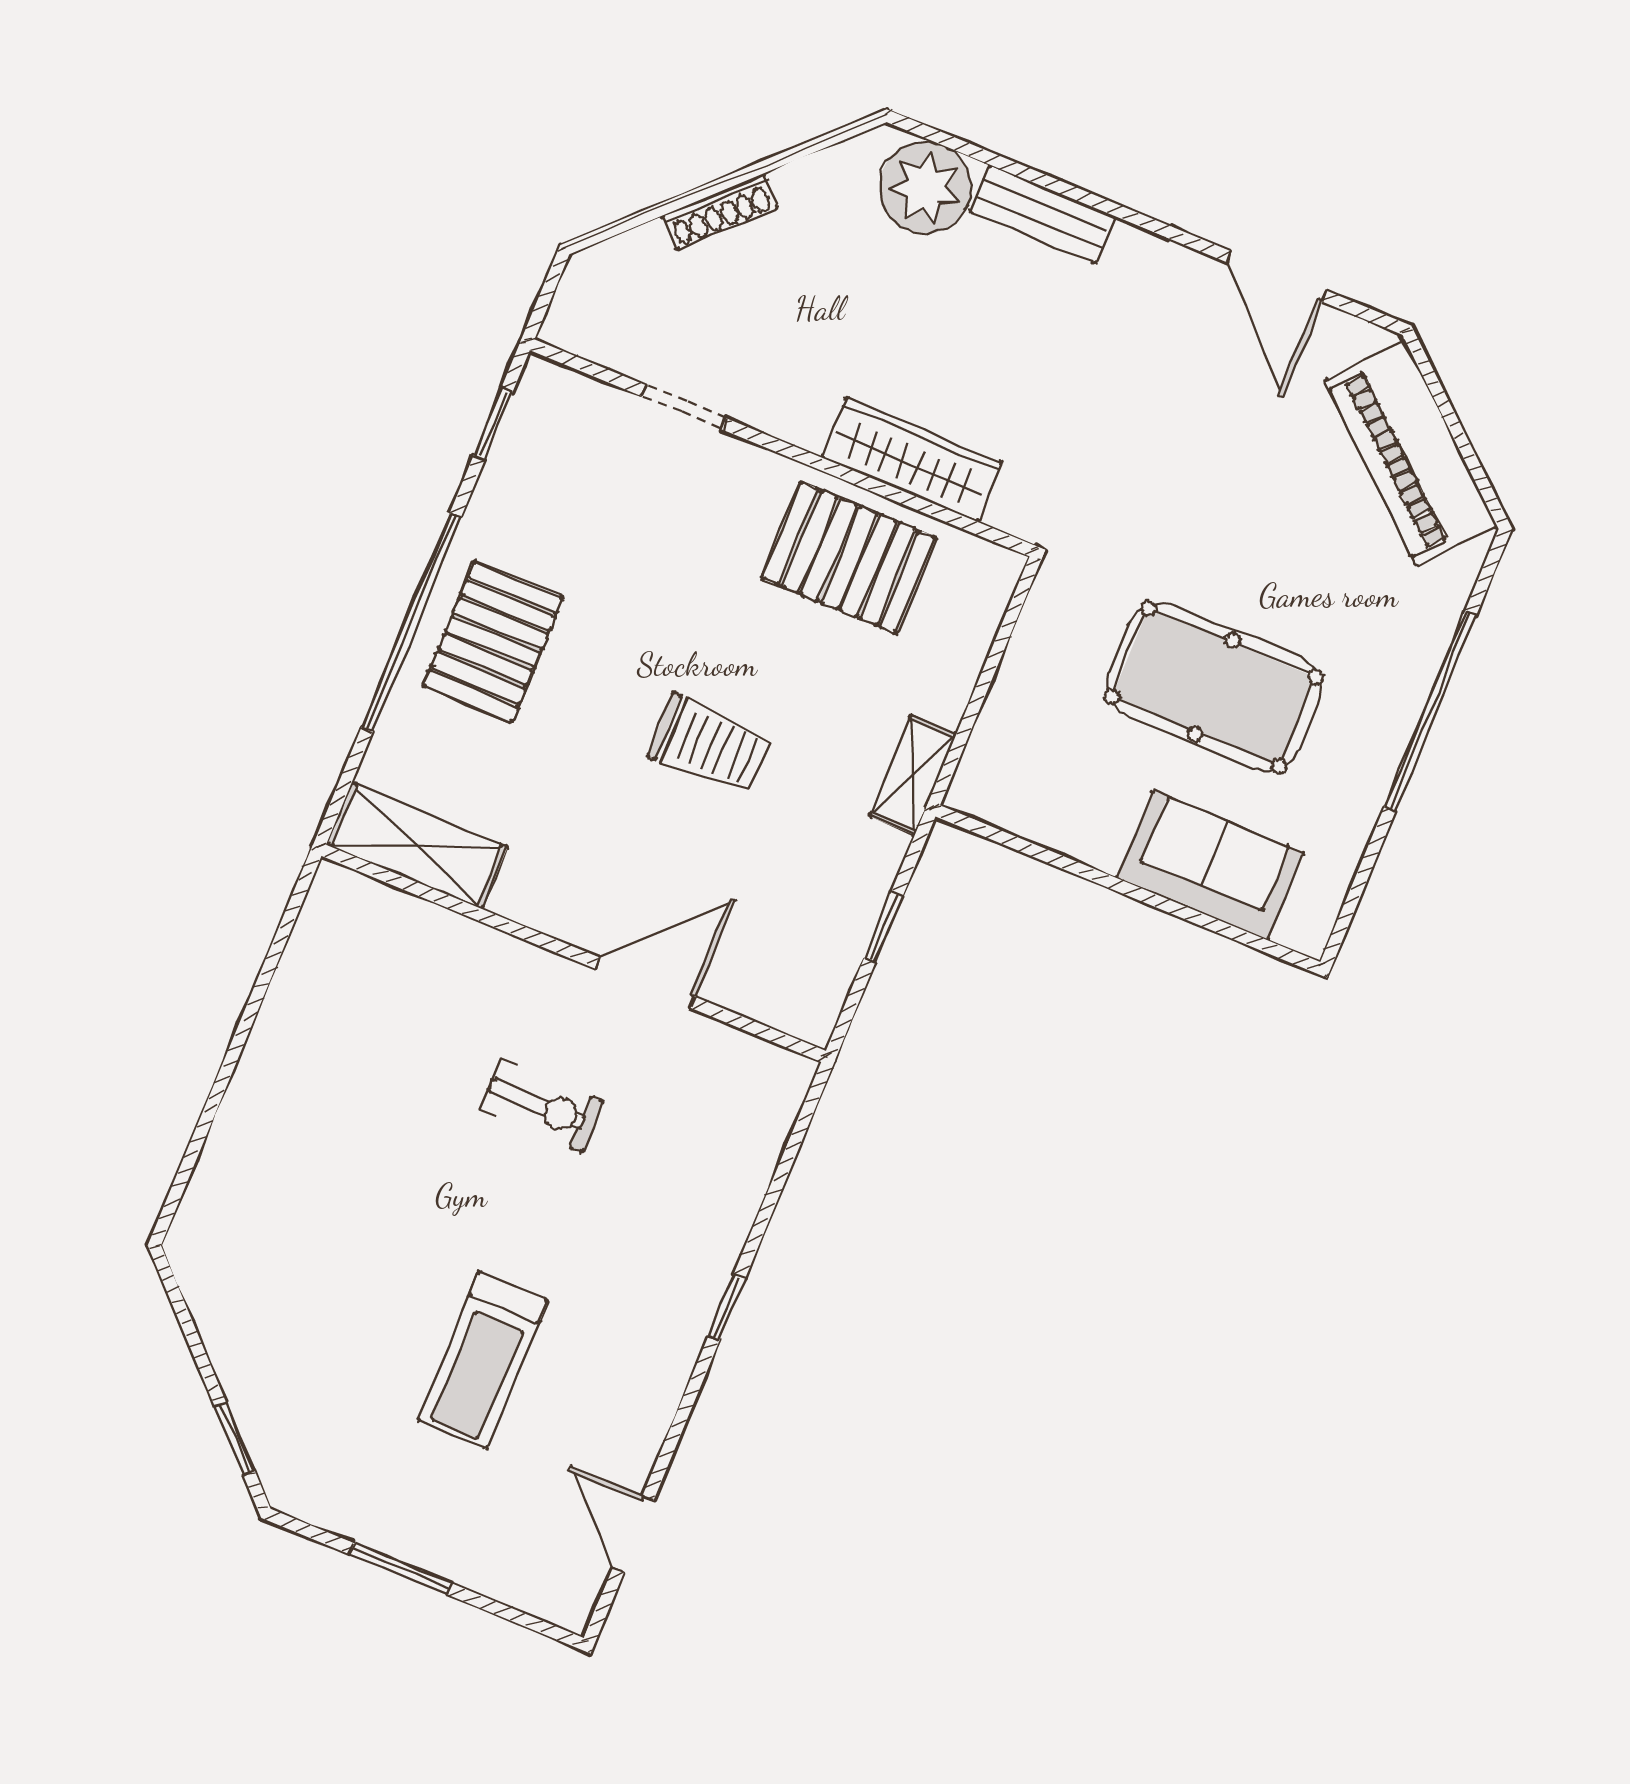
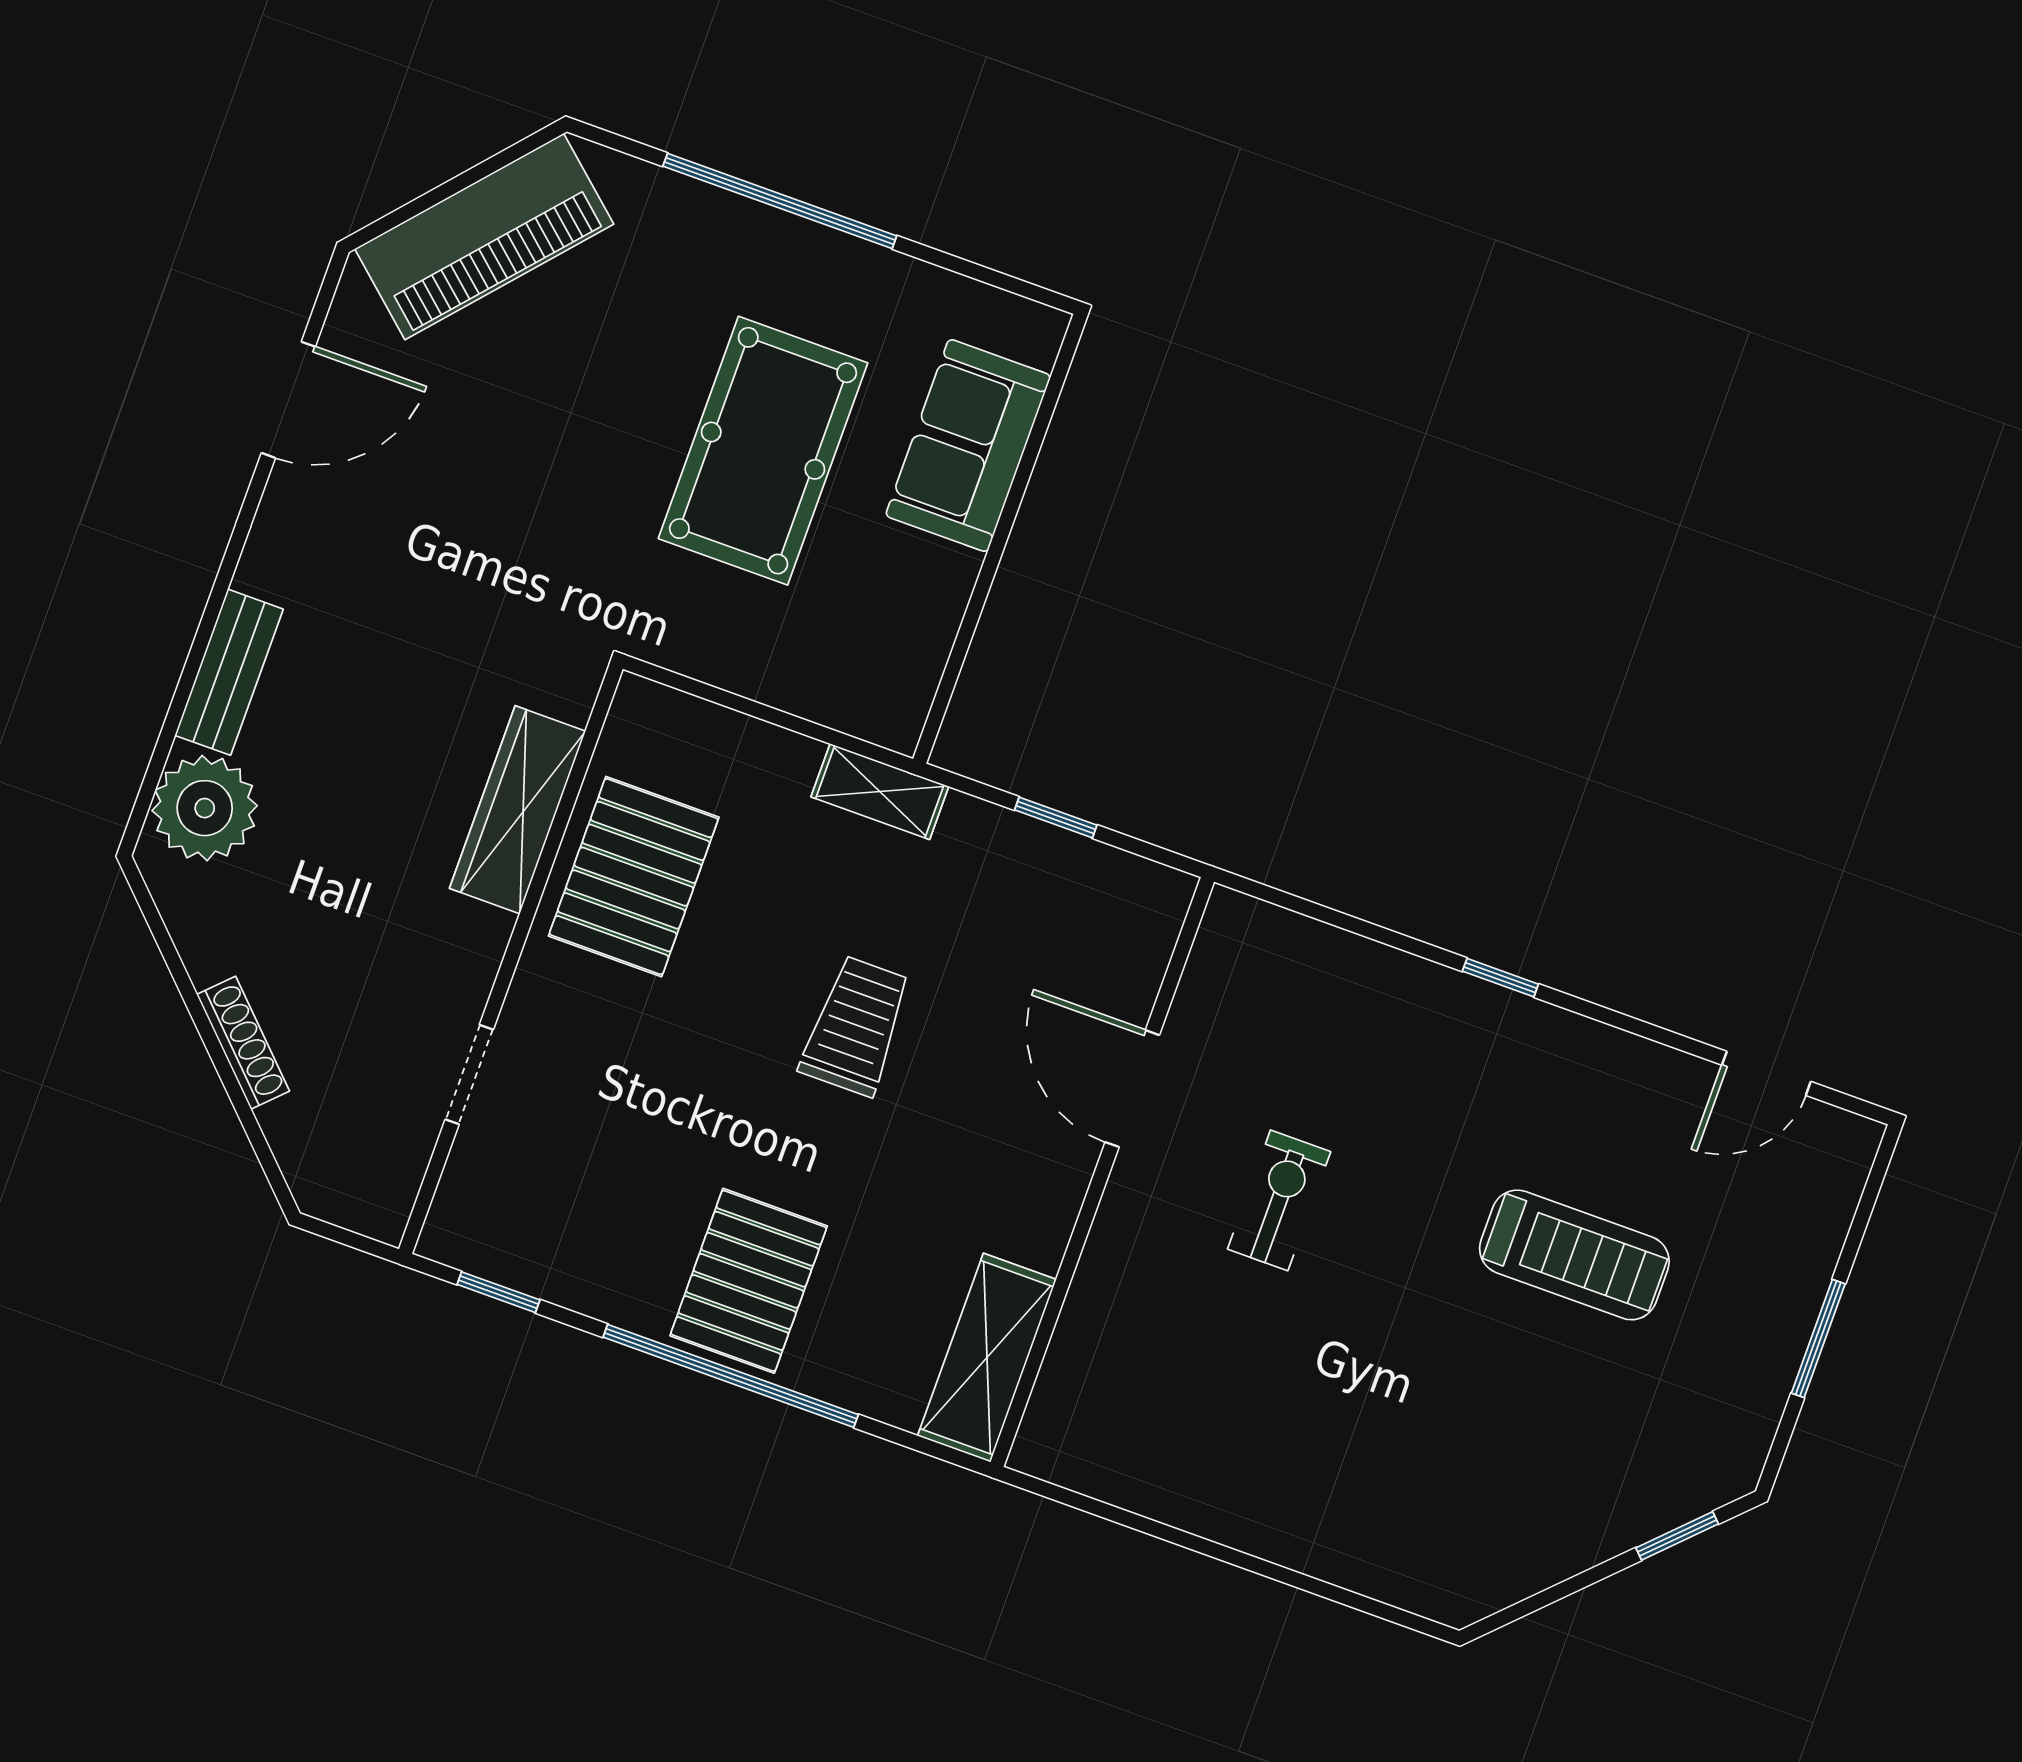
pallet: (493, 642) -> (749, 1281), turned 90

